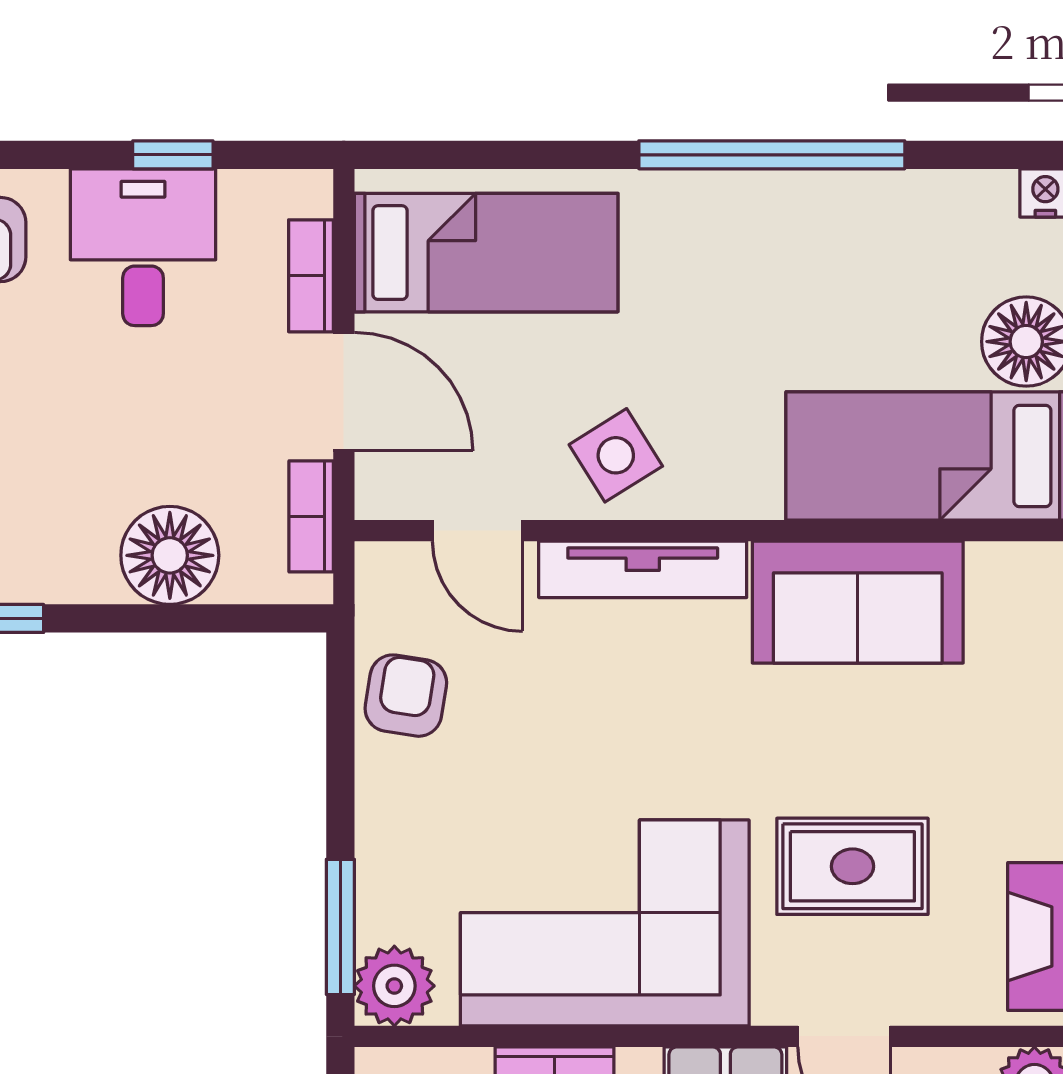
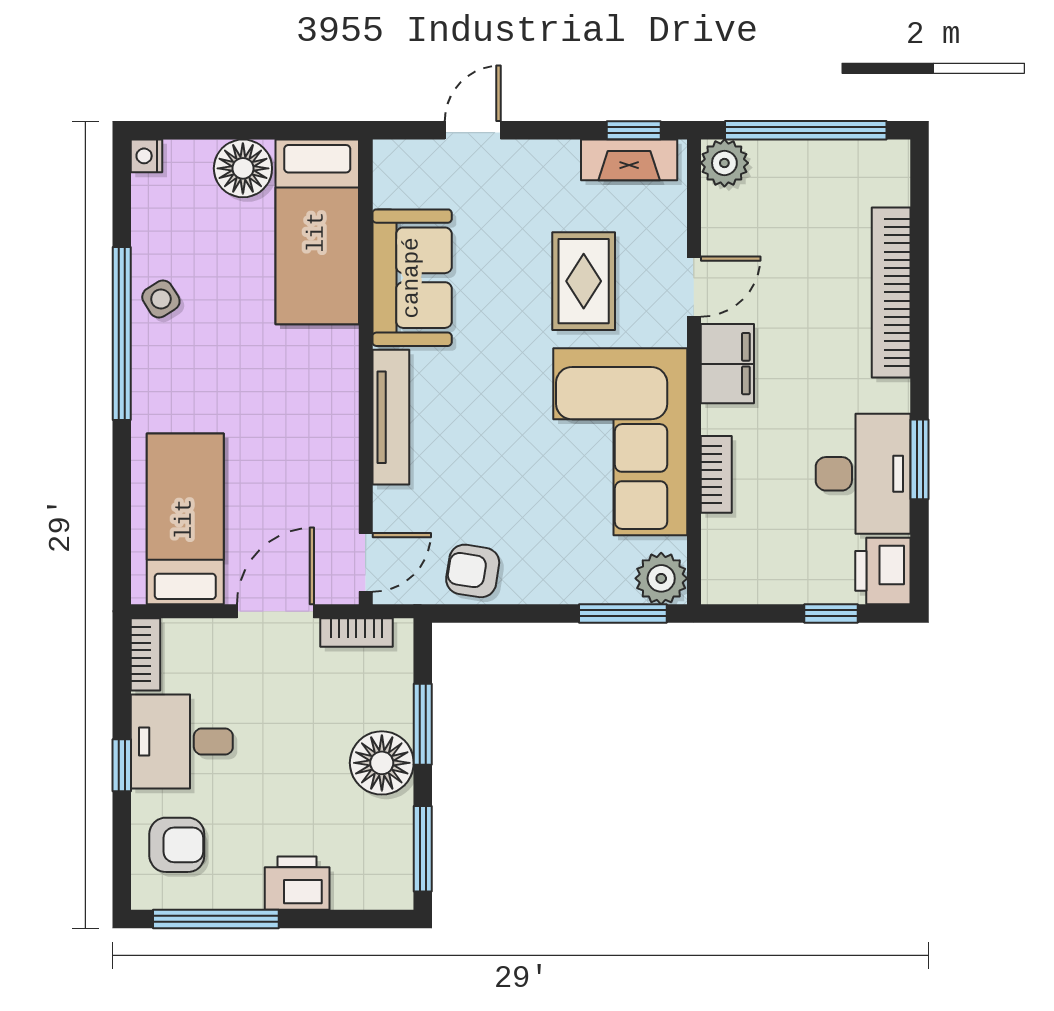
window: (173, 155) -> (122, 765), moved
bookcase: (311, 276) -> (145, 654), moved, turned -90
side table: (616, 455) -> (161, 299), moved, width x0.73, depth x0.73
door: (478, 531) -> (366, 562), moved
floor lamp: (170, 555) -> (382, 763), moved
window: (169, 618) -> (423, 724), added

